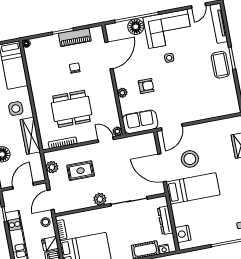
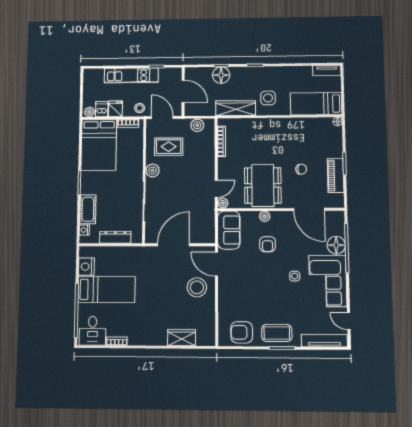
armchair: (226, 95) -> (242, 332), added
dining table: (71, 109) -> (263, 185), moved
stool: (190, 159) -> (197, 287), moved
rug: (81, 171) -> (169, 147), moved, turned 90
bed: (193, 188) -> (106, 289), moved, turned -90
nightstand: (183, 234) -> (86, 267), moved, turned -90

